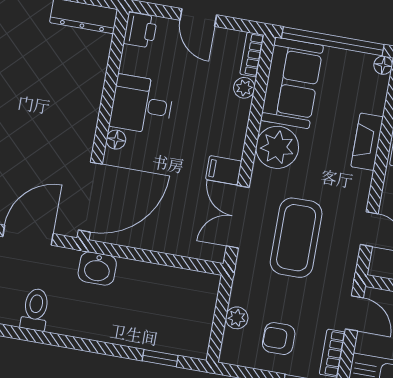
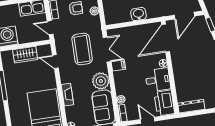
printer: (140, 30) -> (164, 103), width x1.87, depth x1.48
washbasin: (97, 269) -> (139, 14), moved

